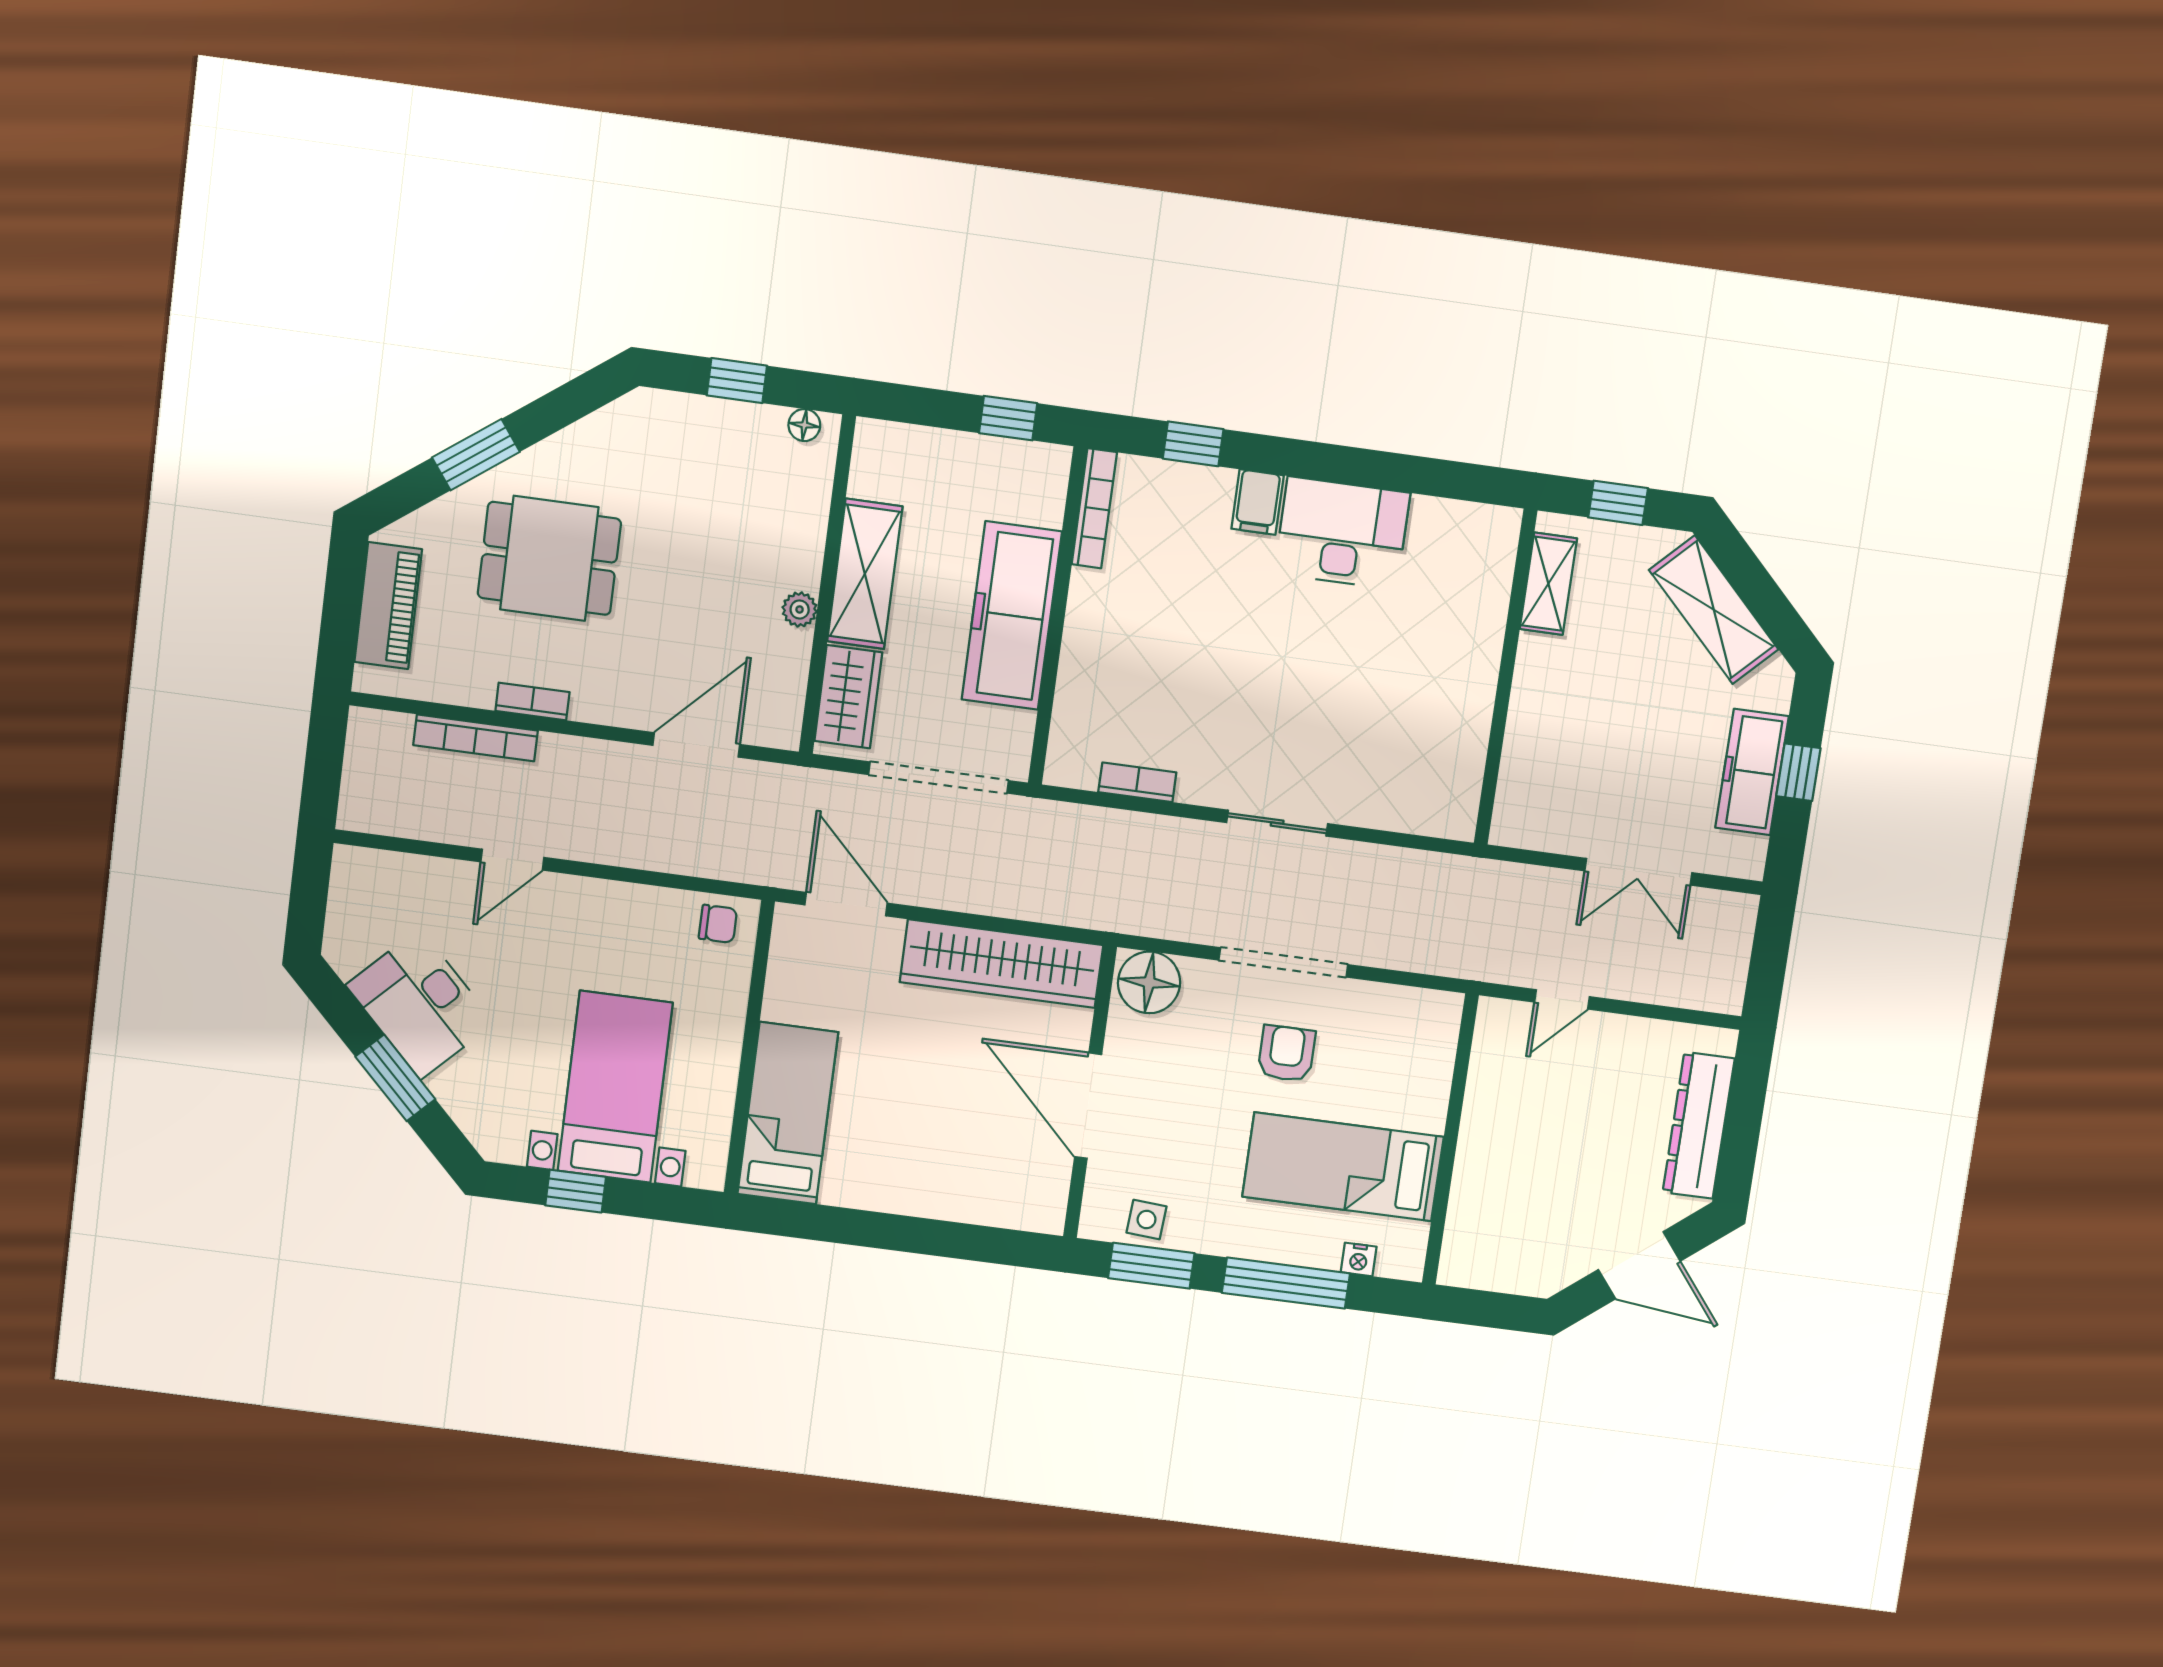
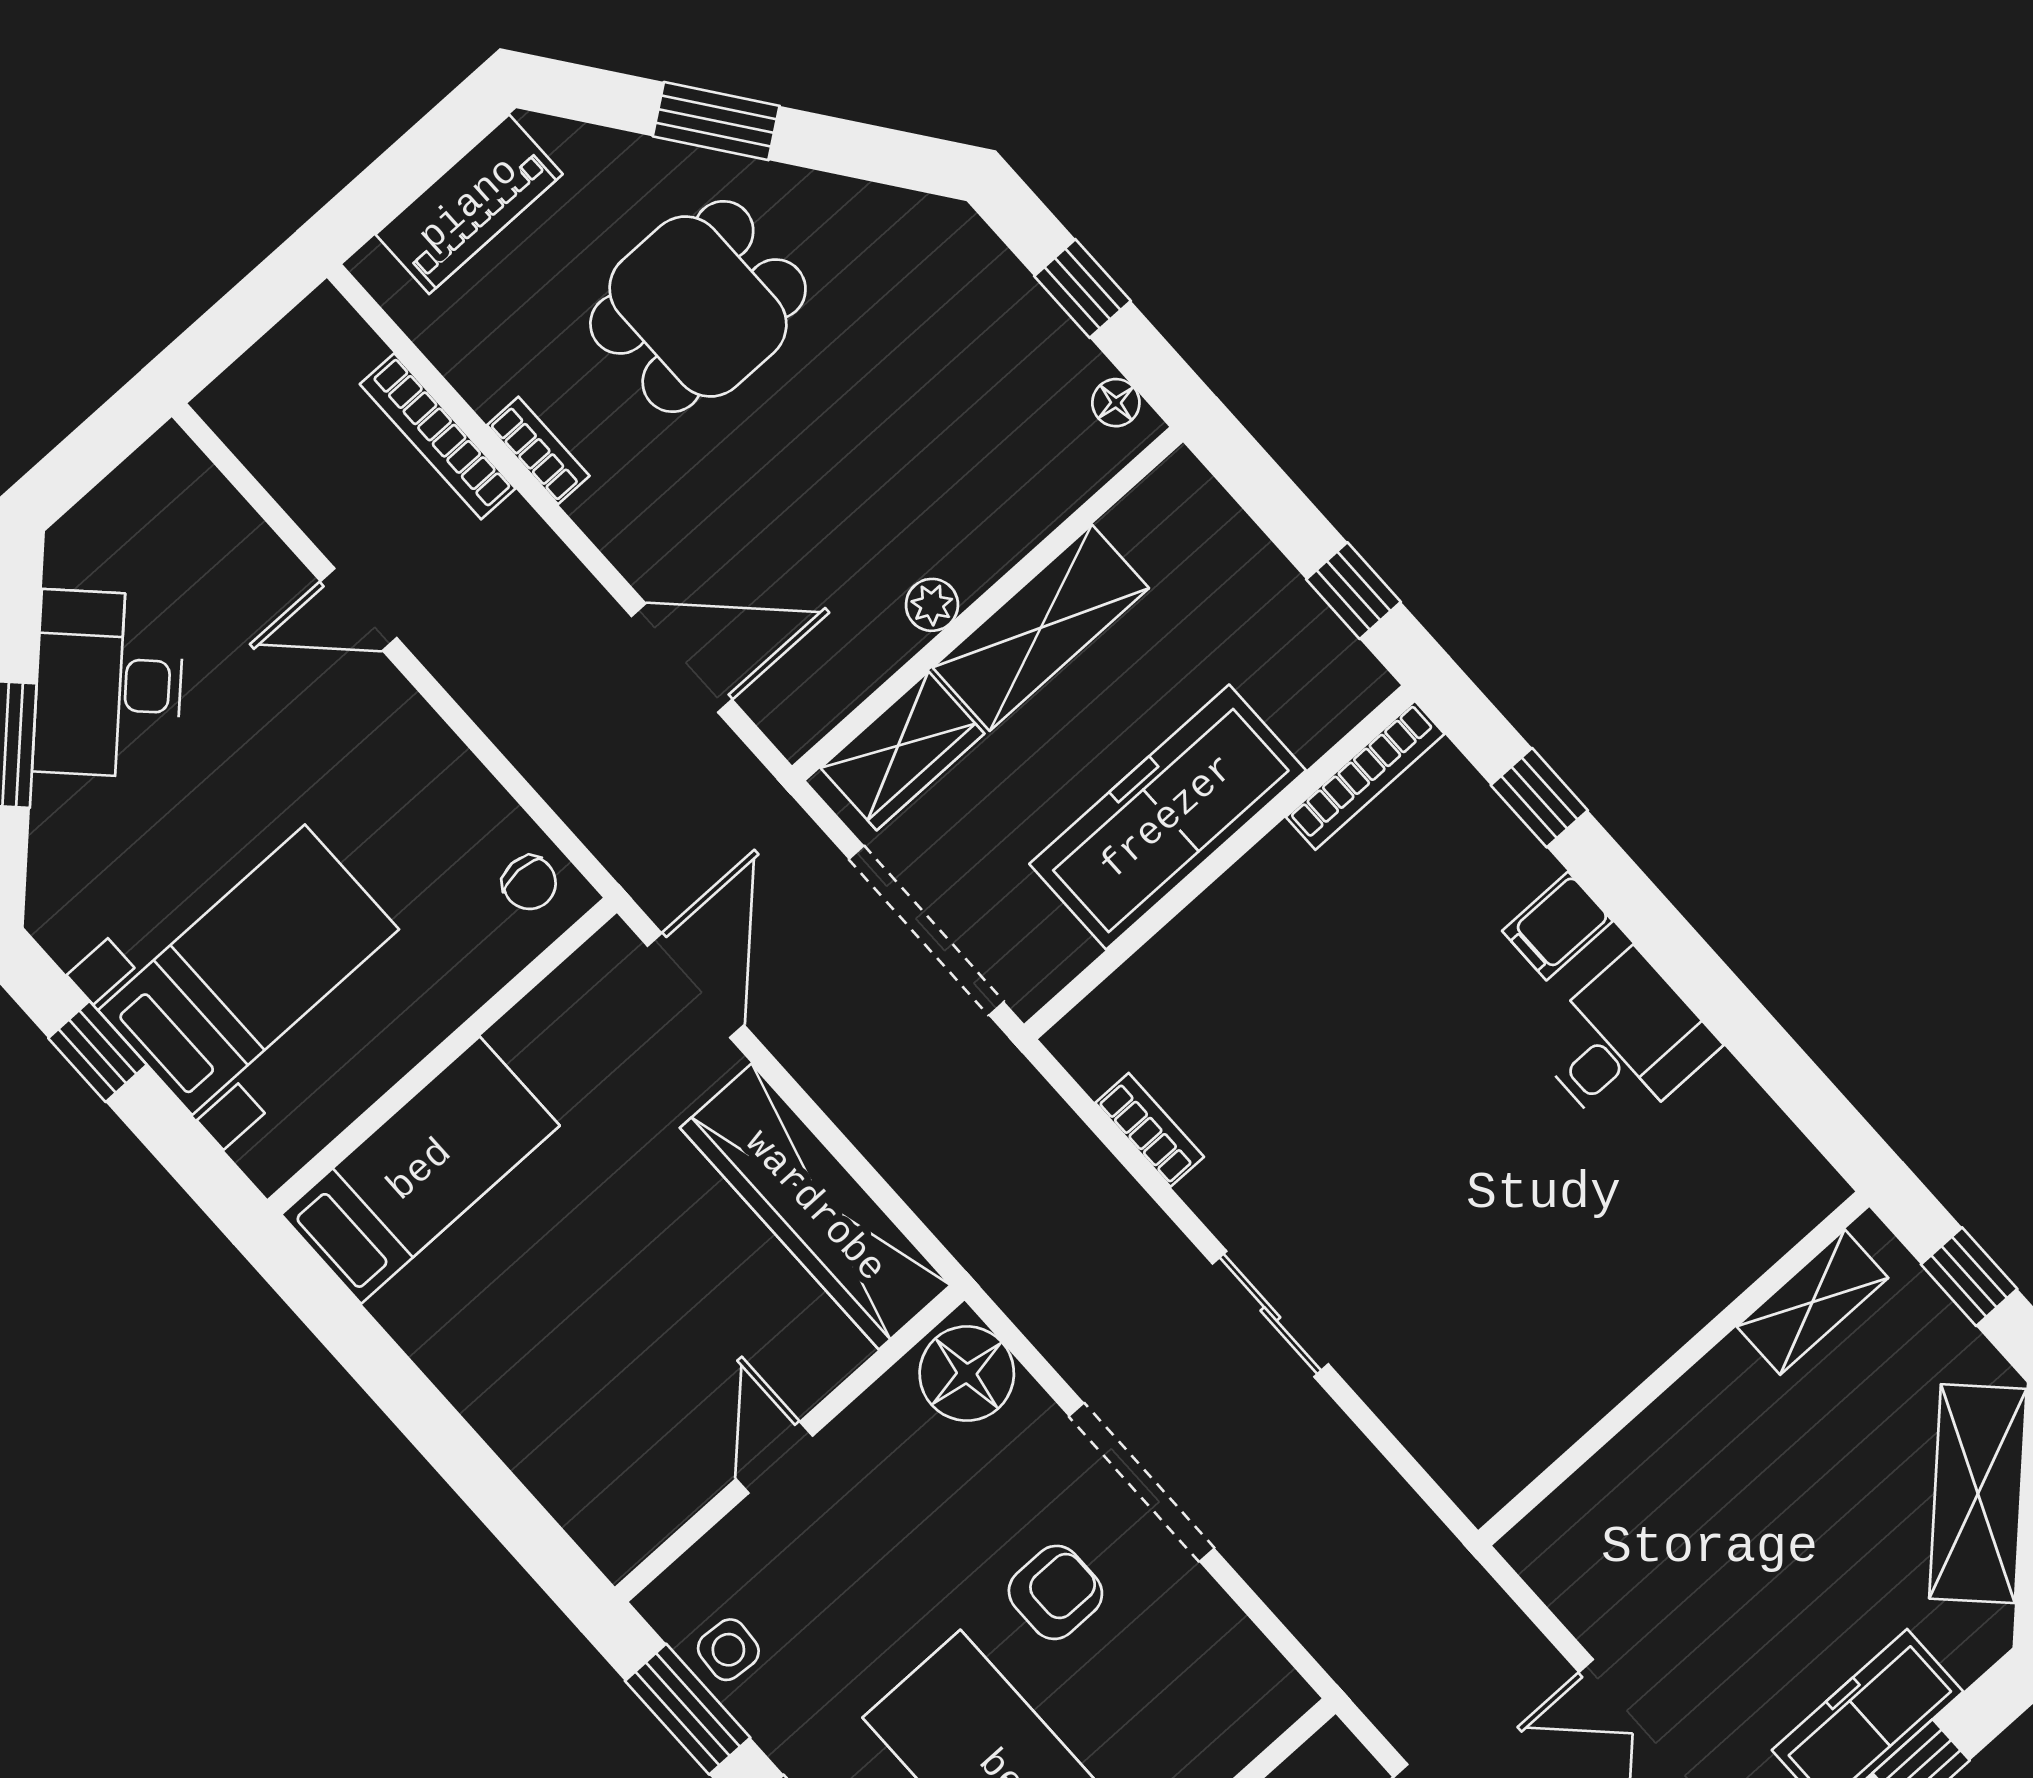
desk: (1342, 533) -> (1624, 1043), width x0.73
dining table: (549, 558) -> (698, 306), turned 90
door: (1088, 1106) -> (774, 1457), width x0.53

